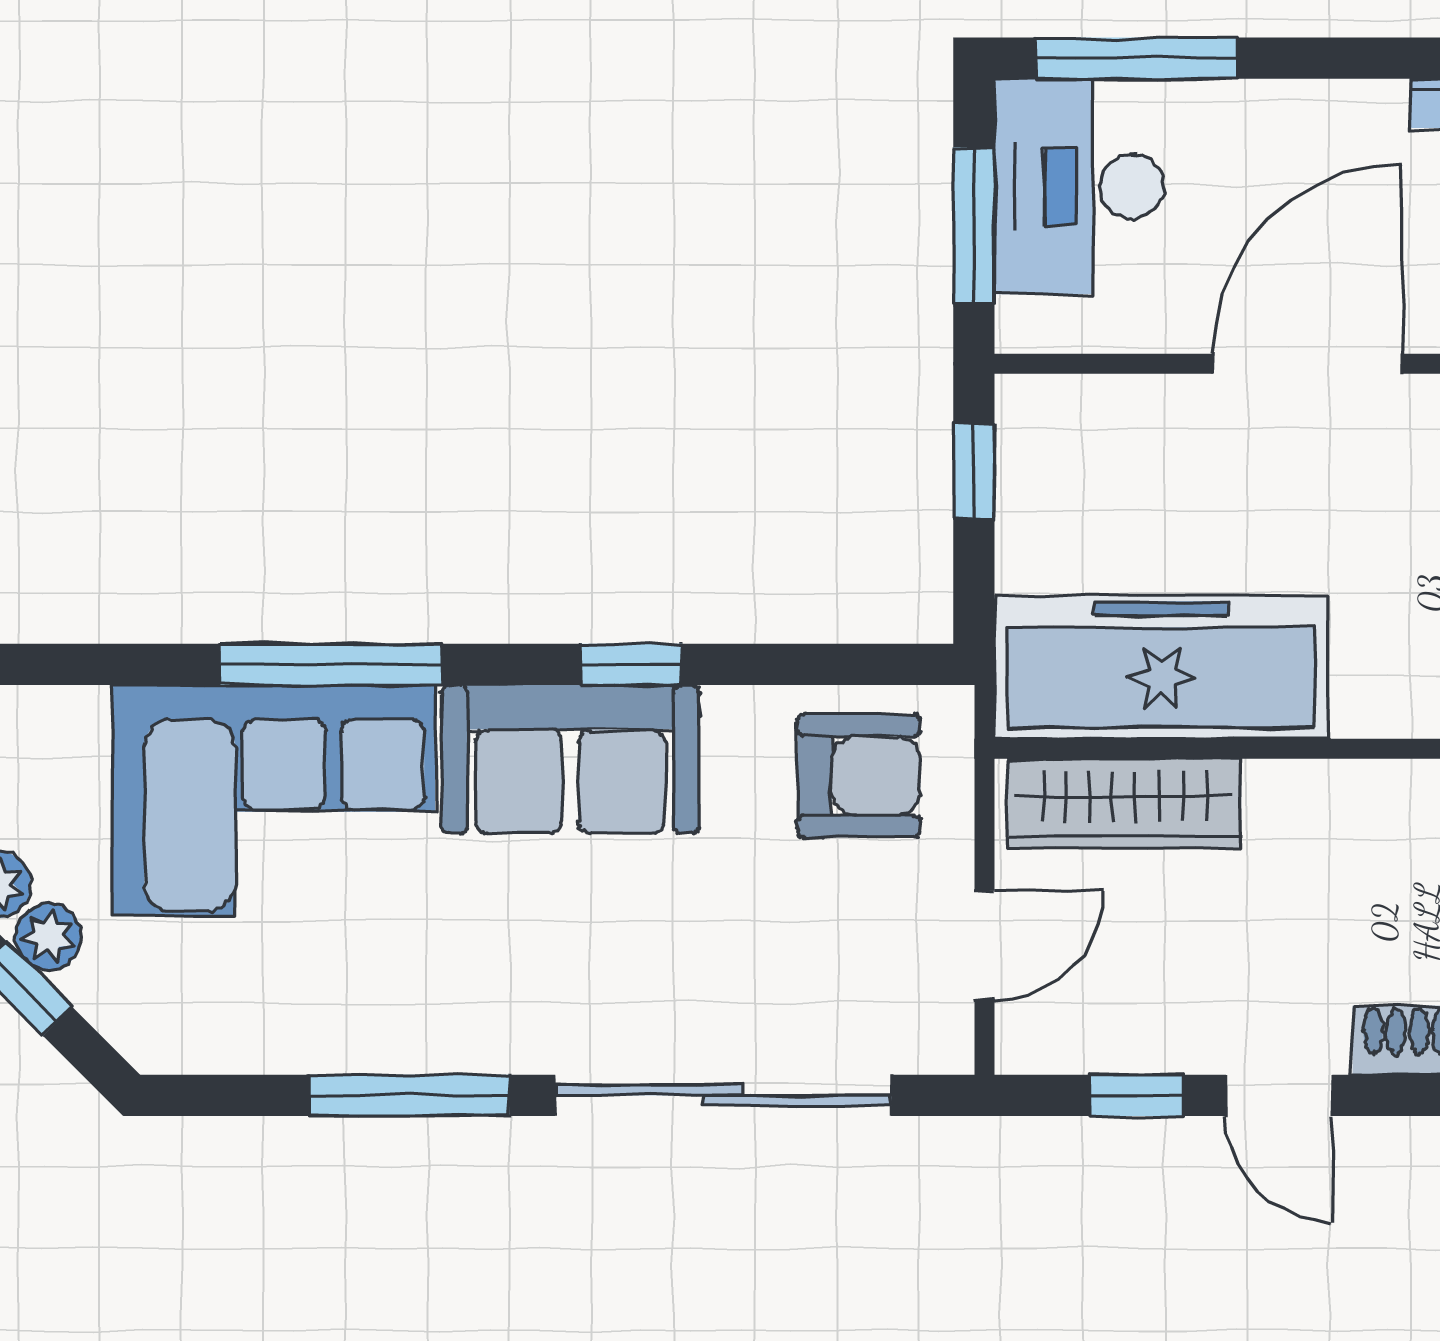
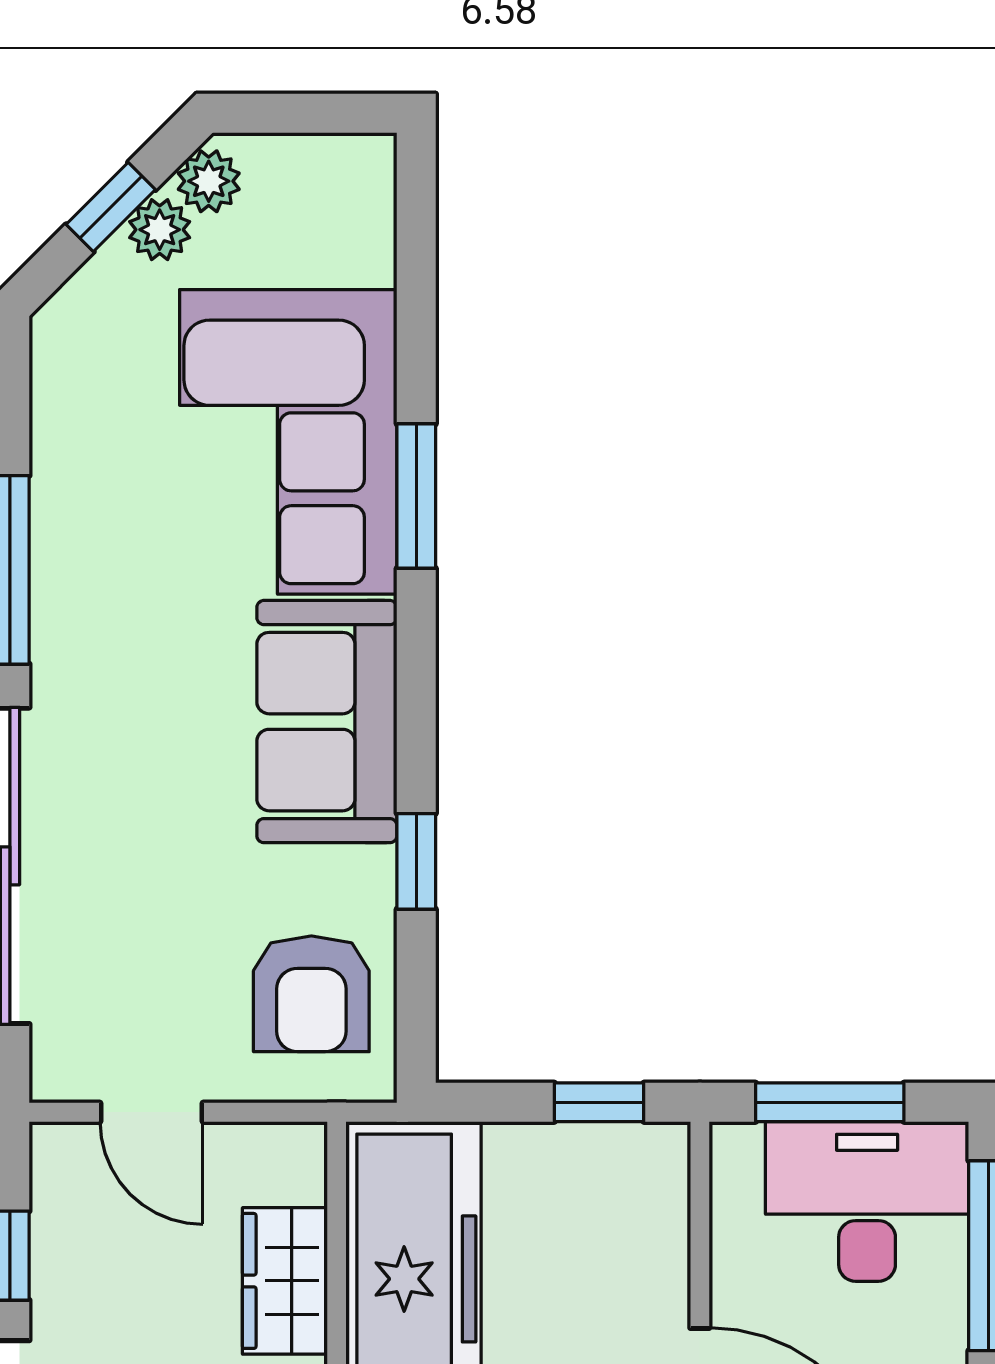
window: (331, 664) -> (416, 496), width x0.69
window: (631, 664) -> (416, 861), moved
wardrobe: (1124, 804) -> (285, 1281), width x0.67

